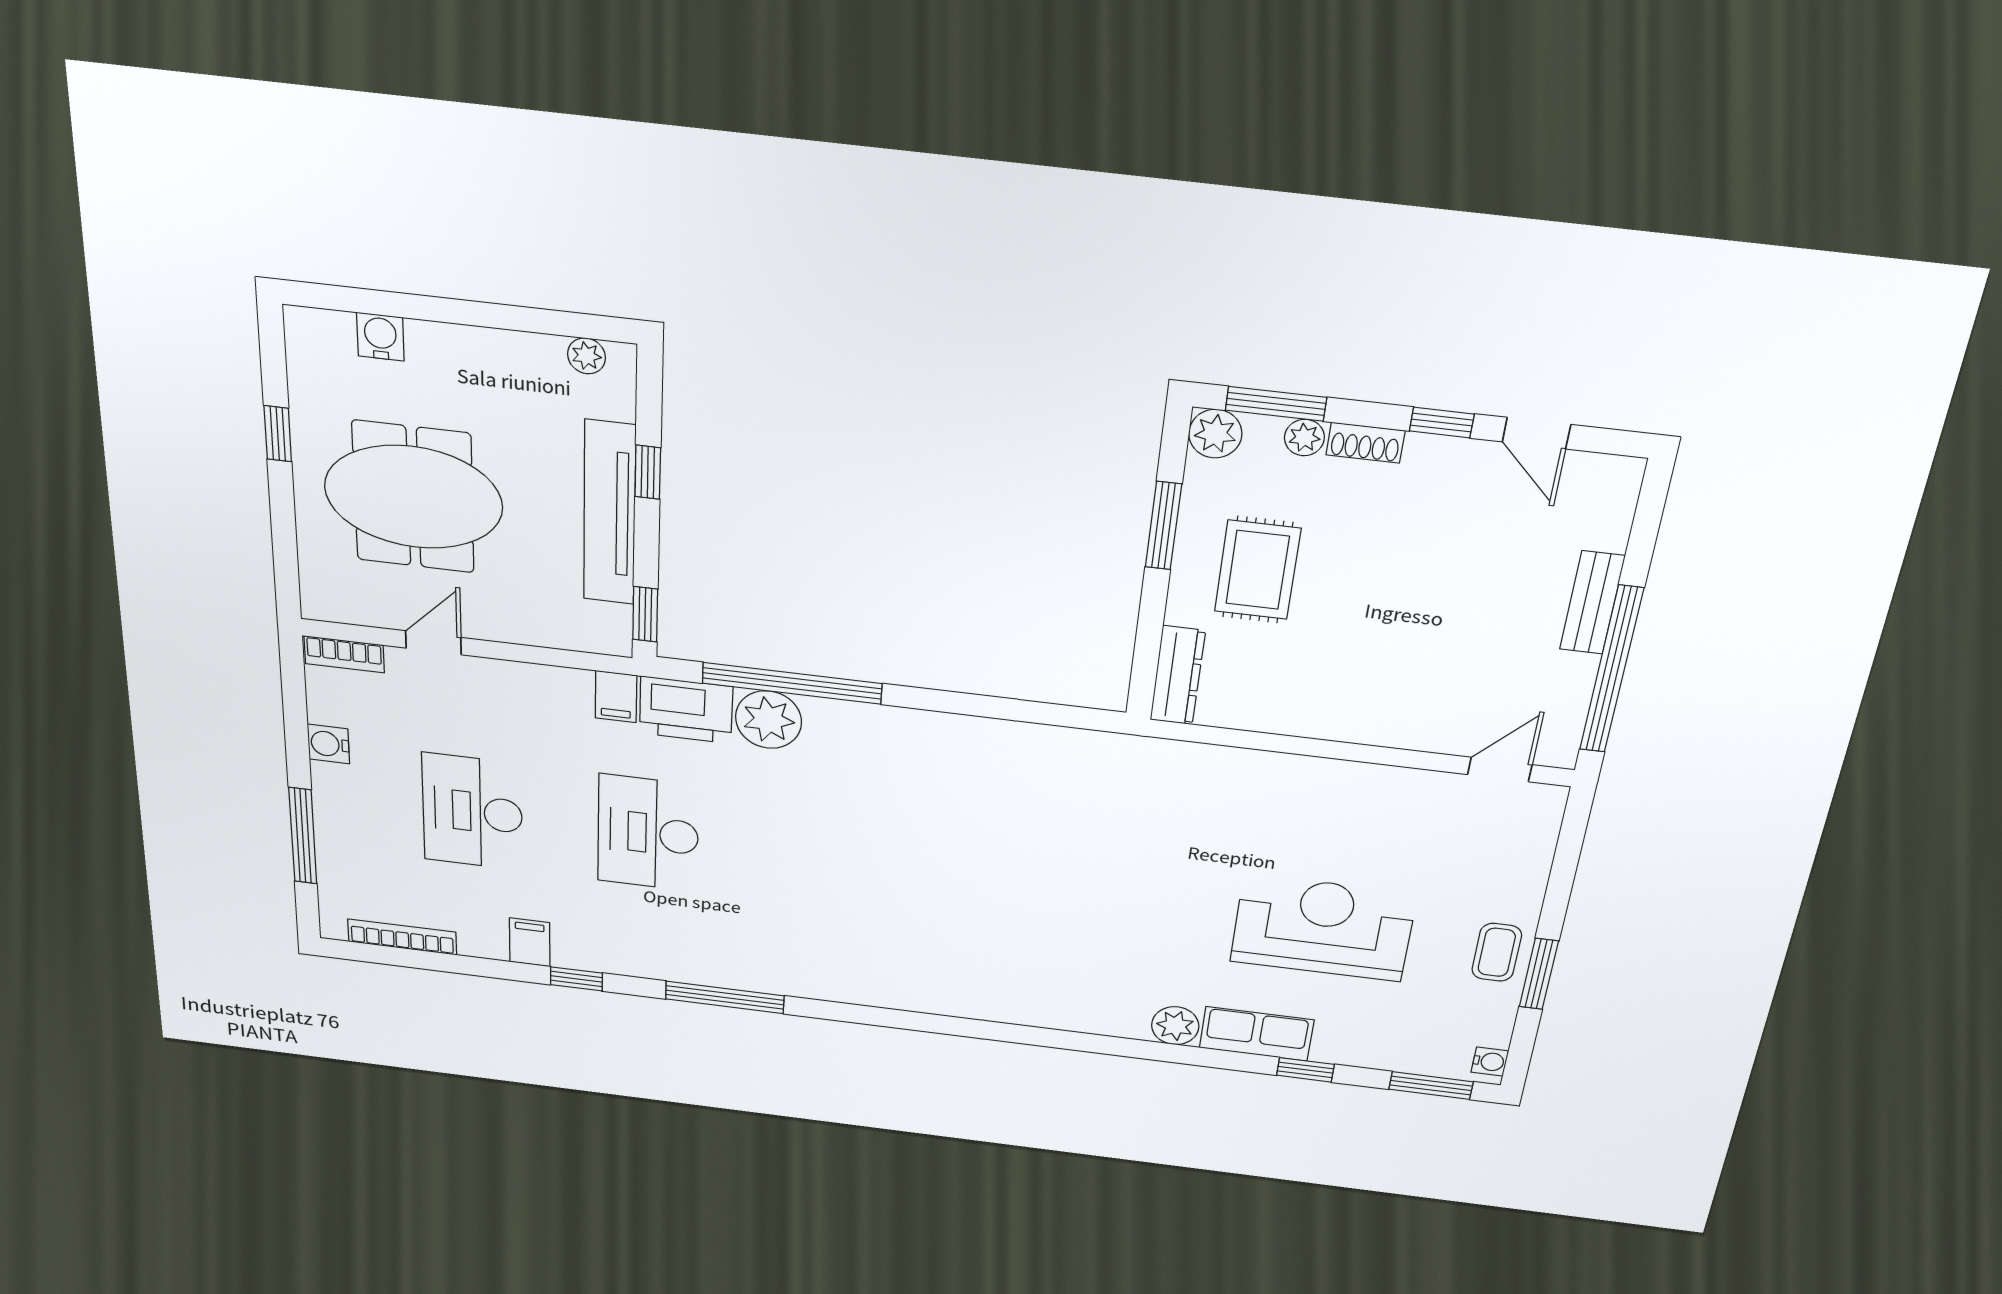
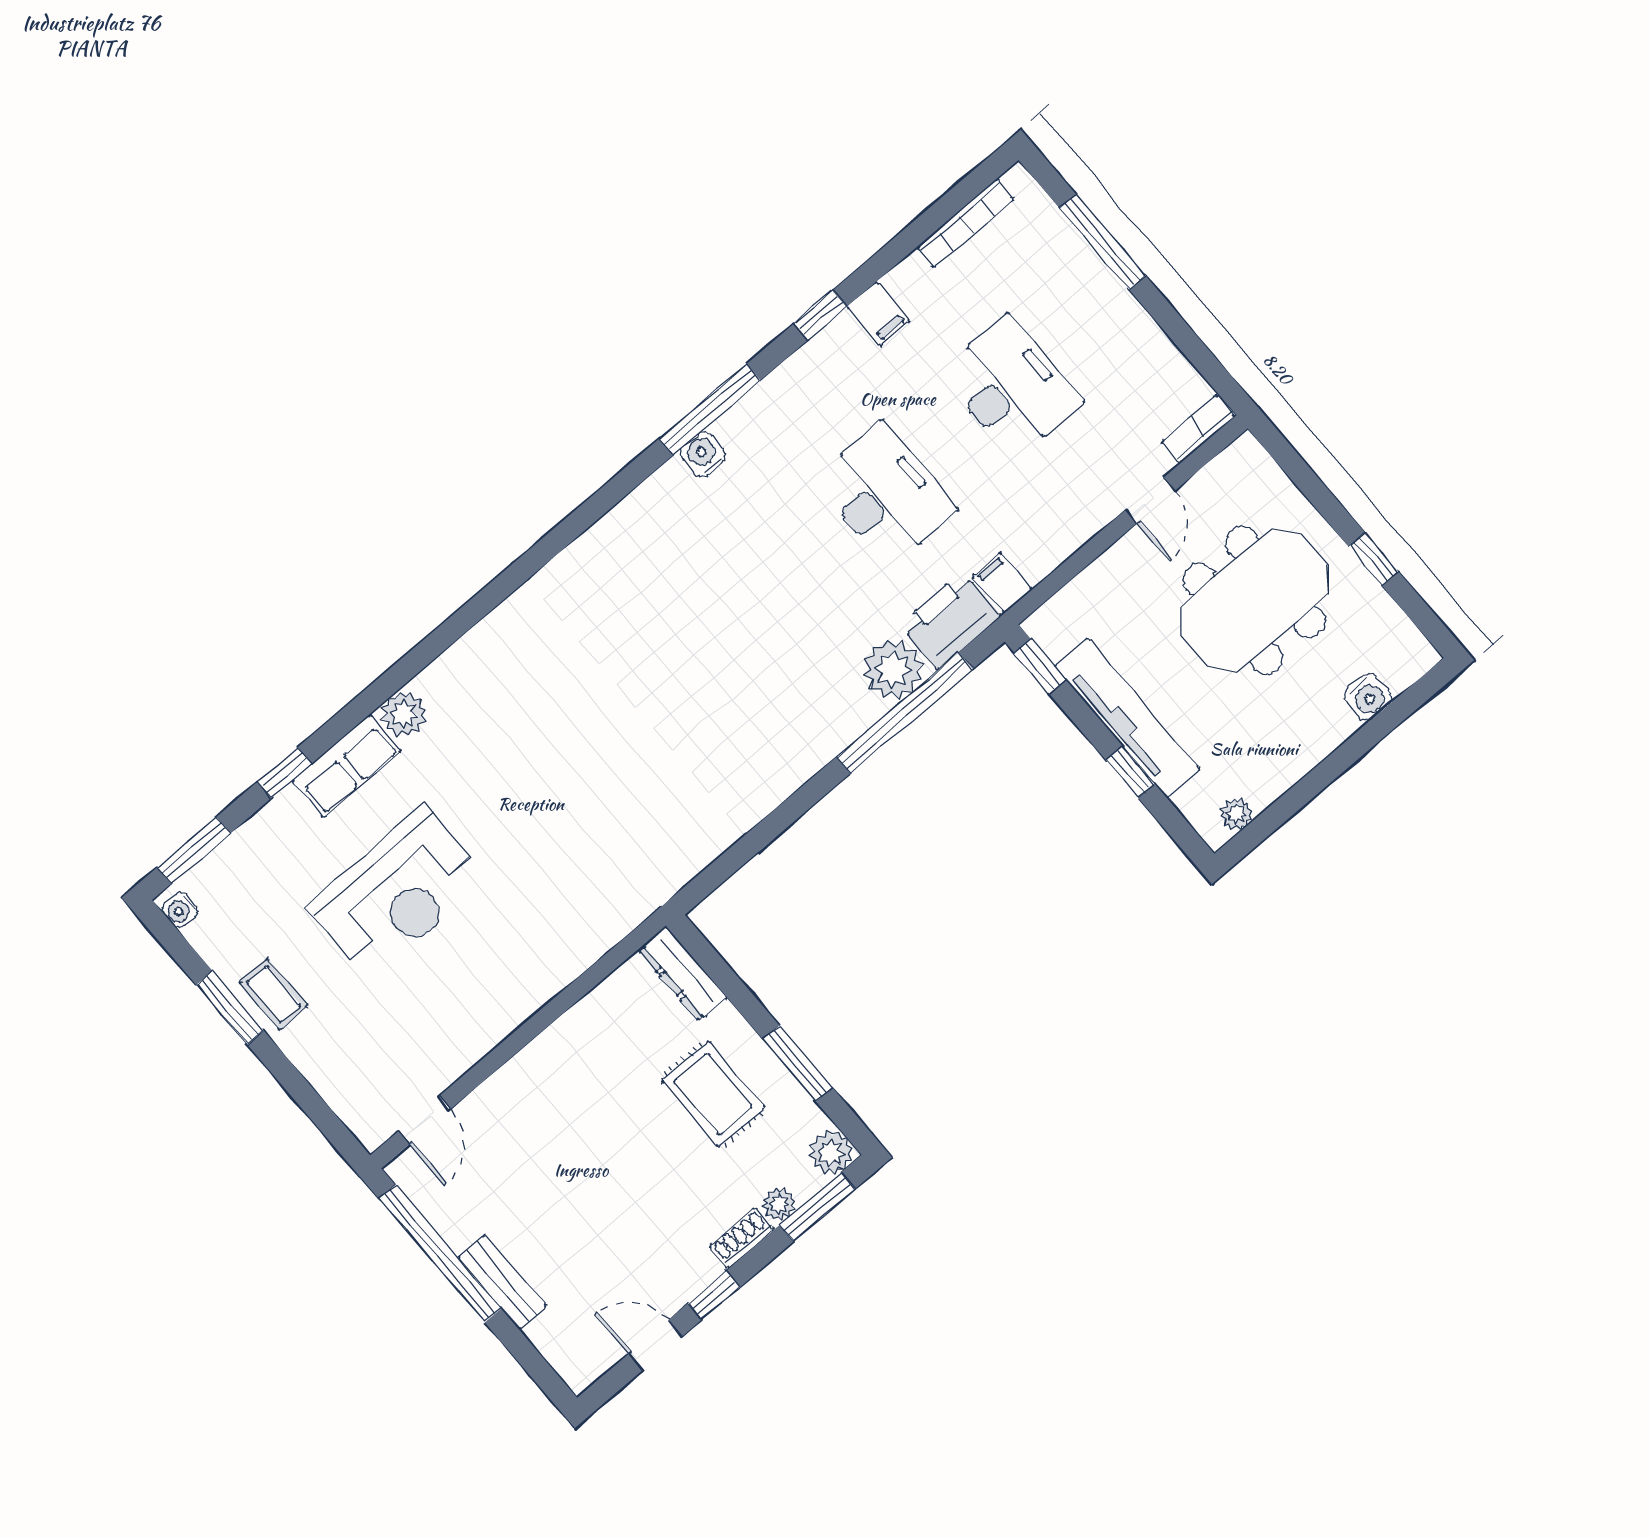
water cooler: (328, 744) -> (703, 454), moved, turned -90

